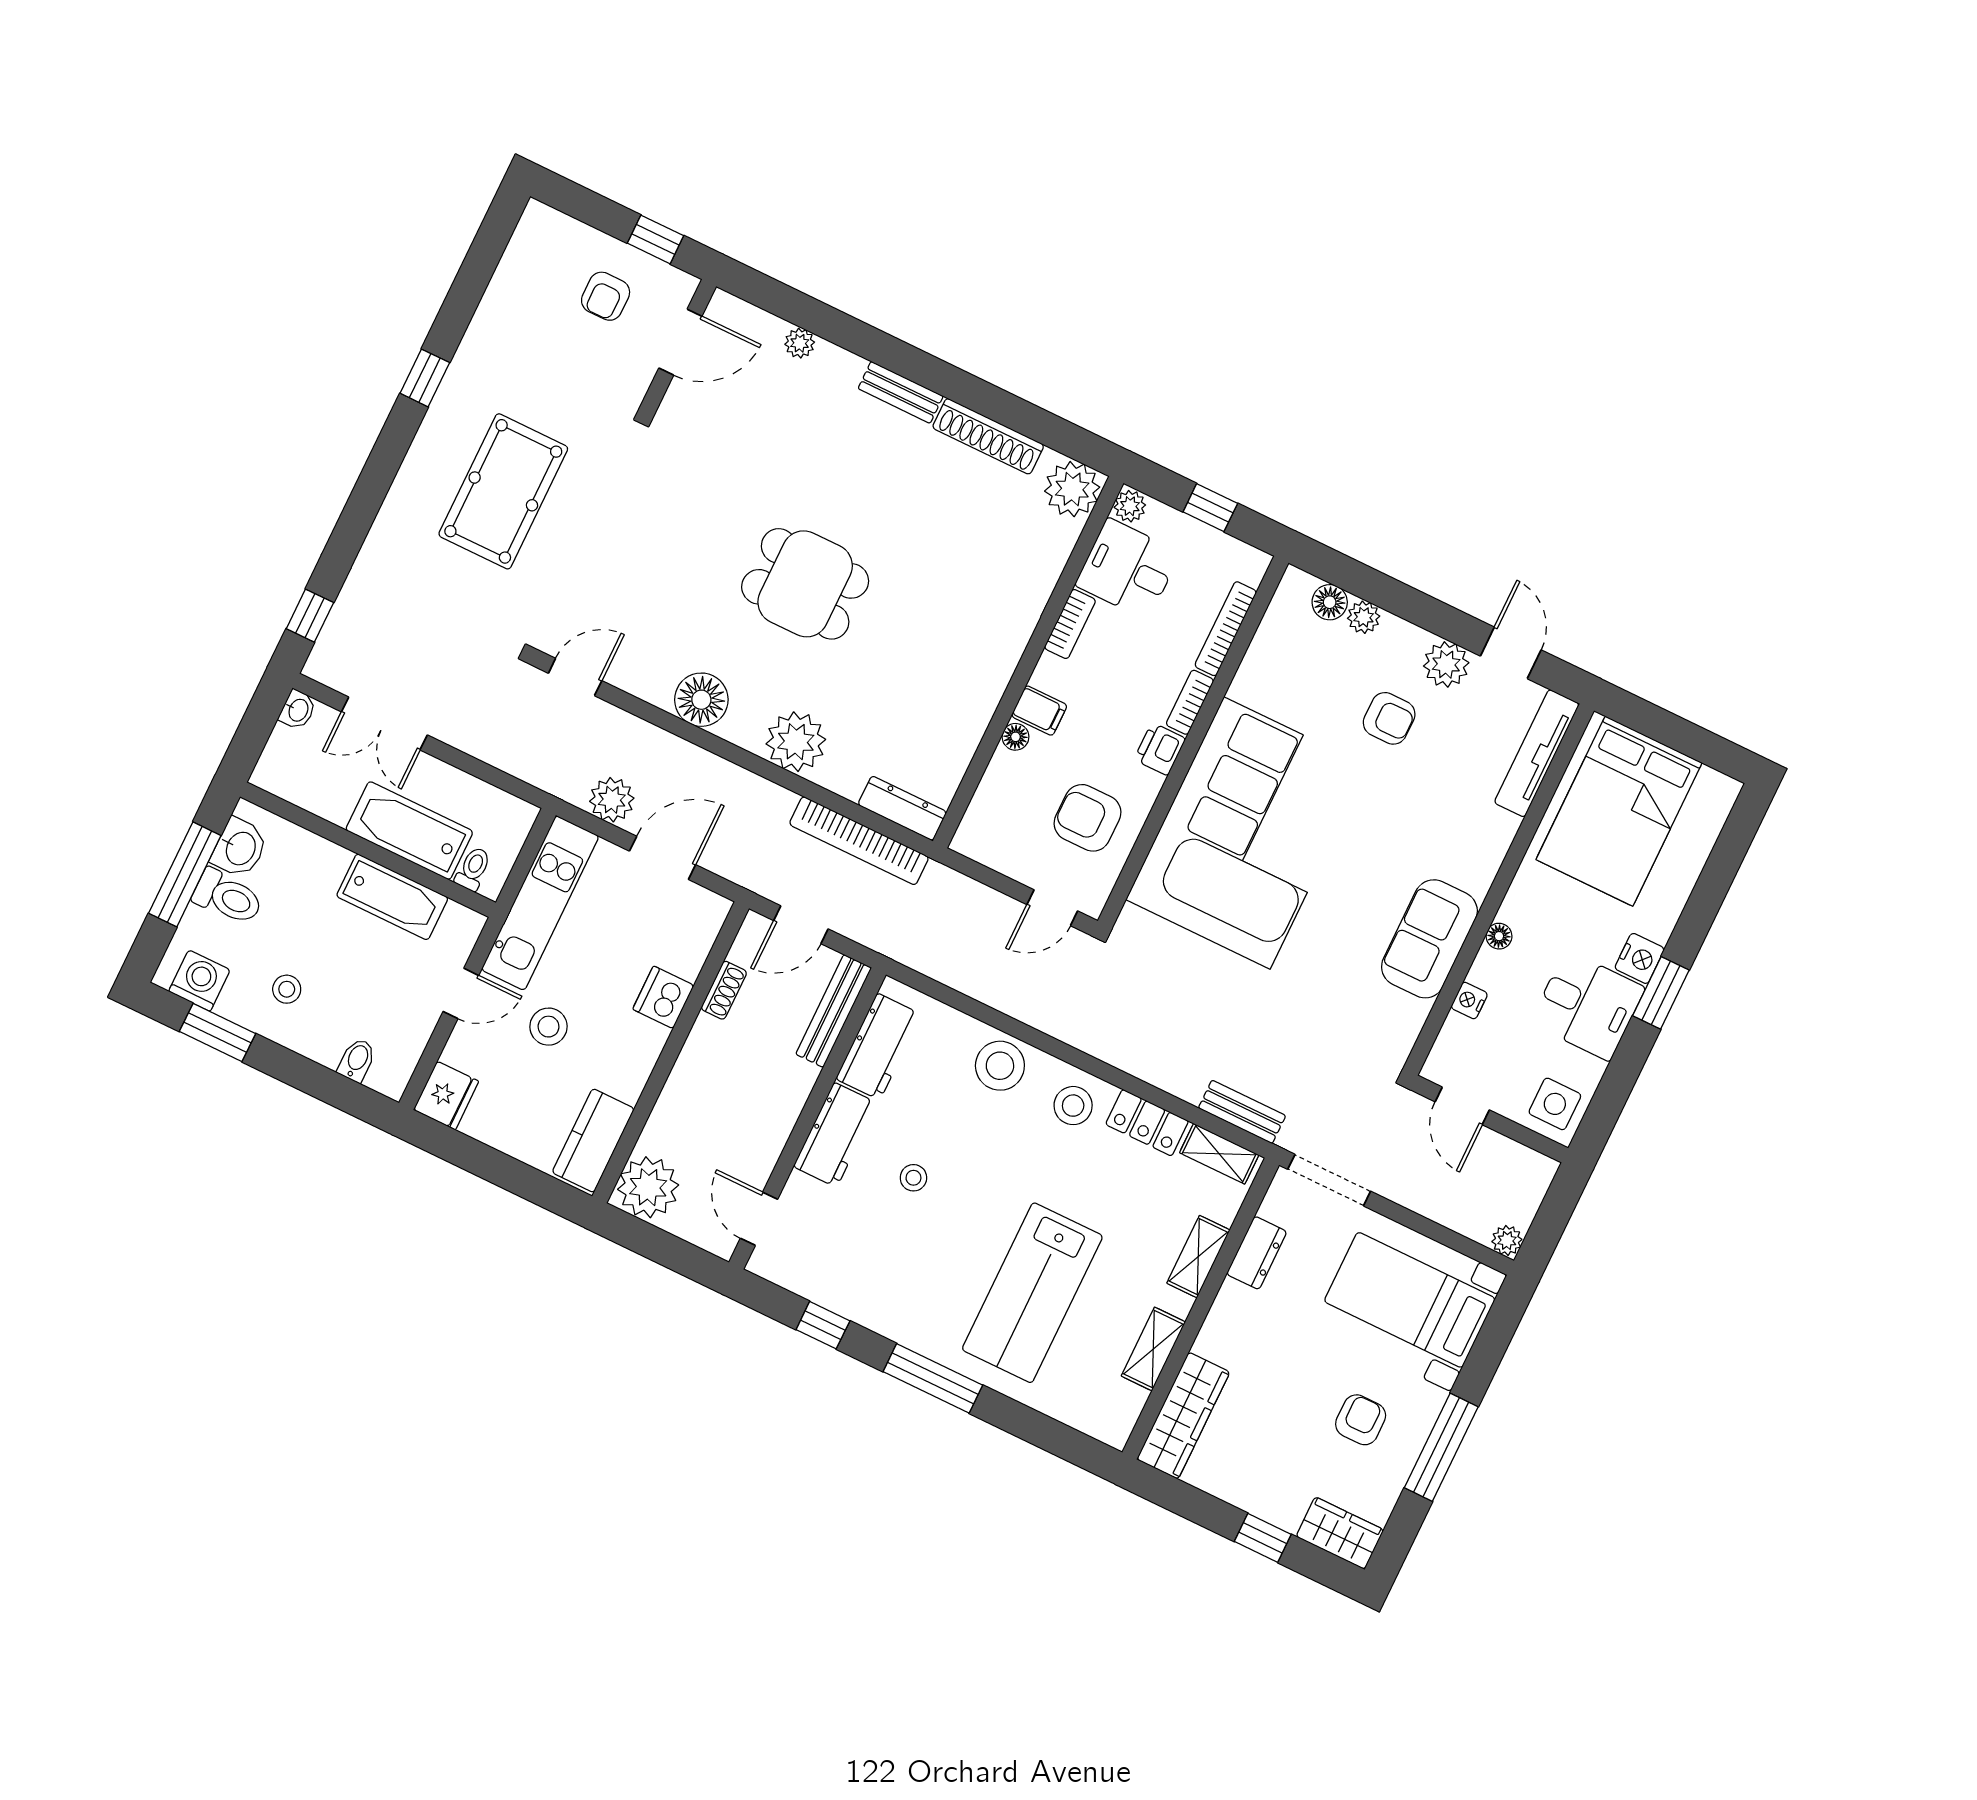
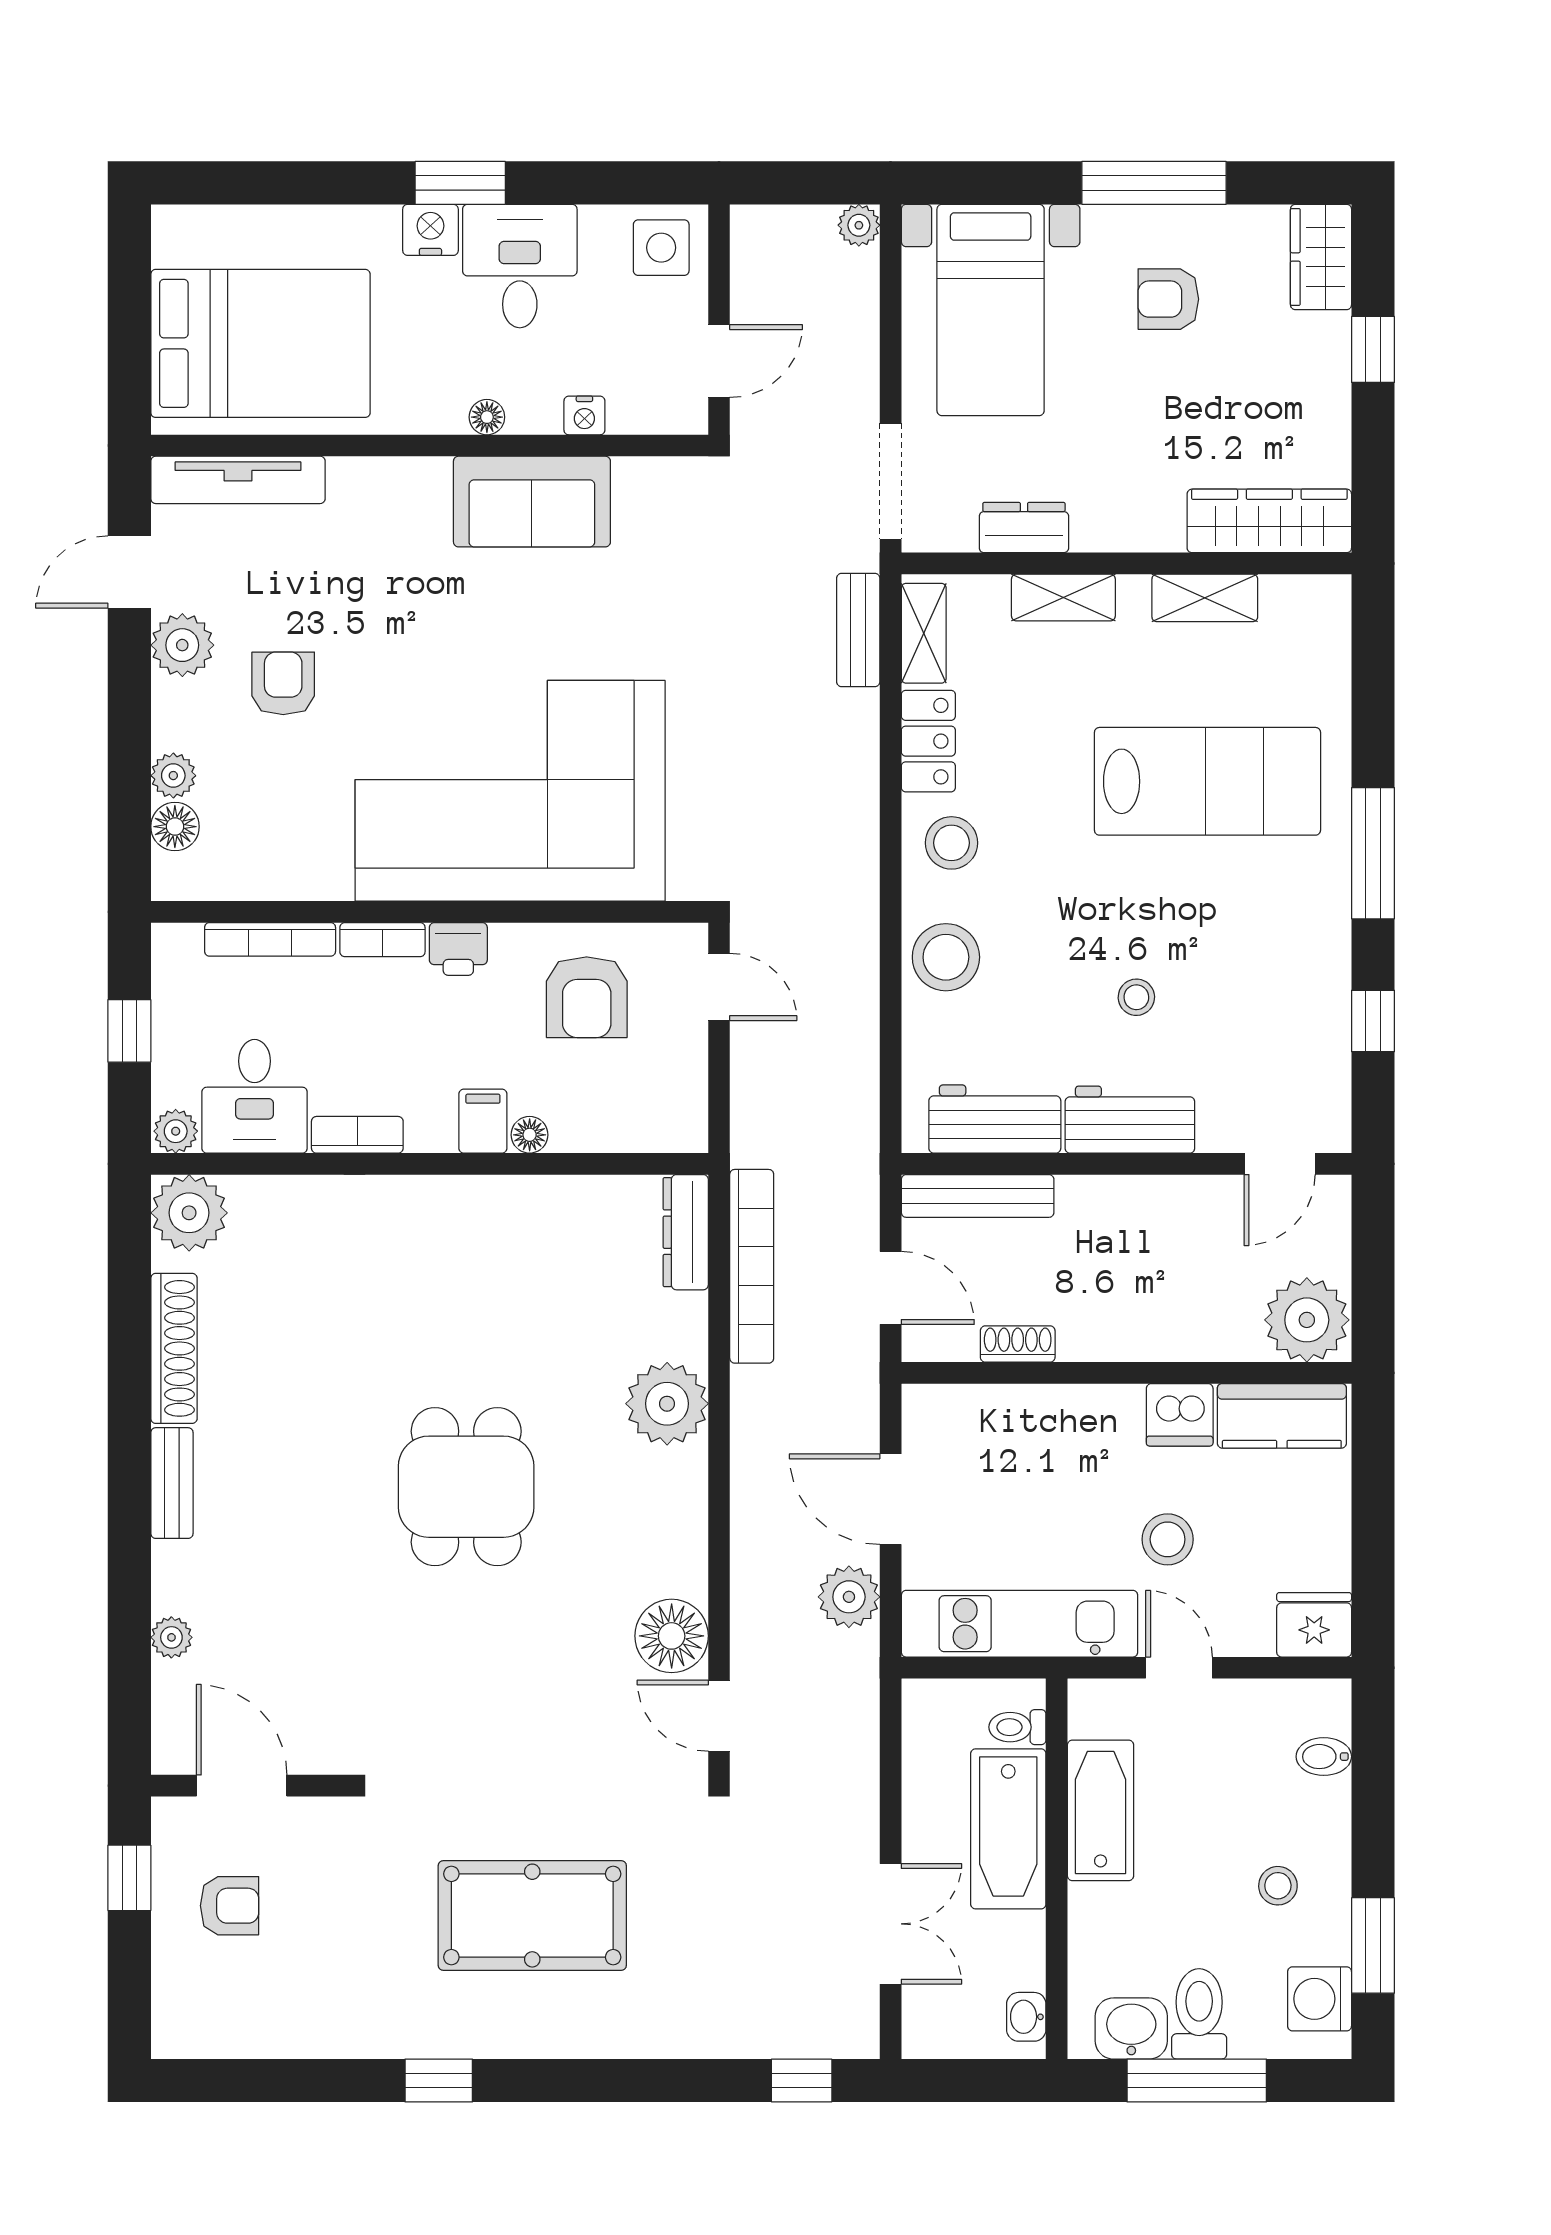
floor lamp: (701, 700) -> (672, 1636), moved
washbasin: (298, 710) -> (1026, 2017), moved, turned -90
dishwasher: (663, 997) -> (1180, 1415), moved

